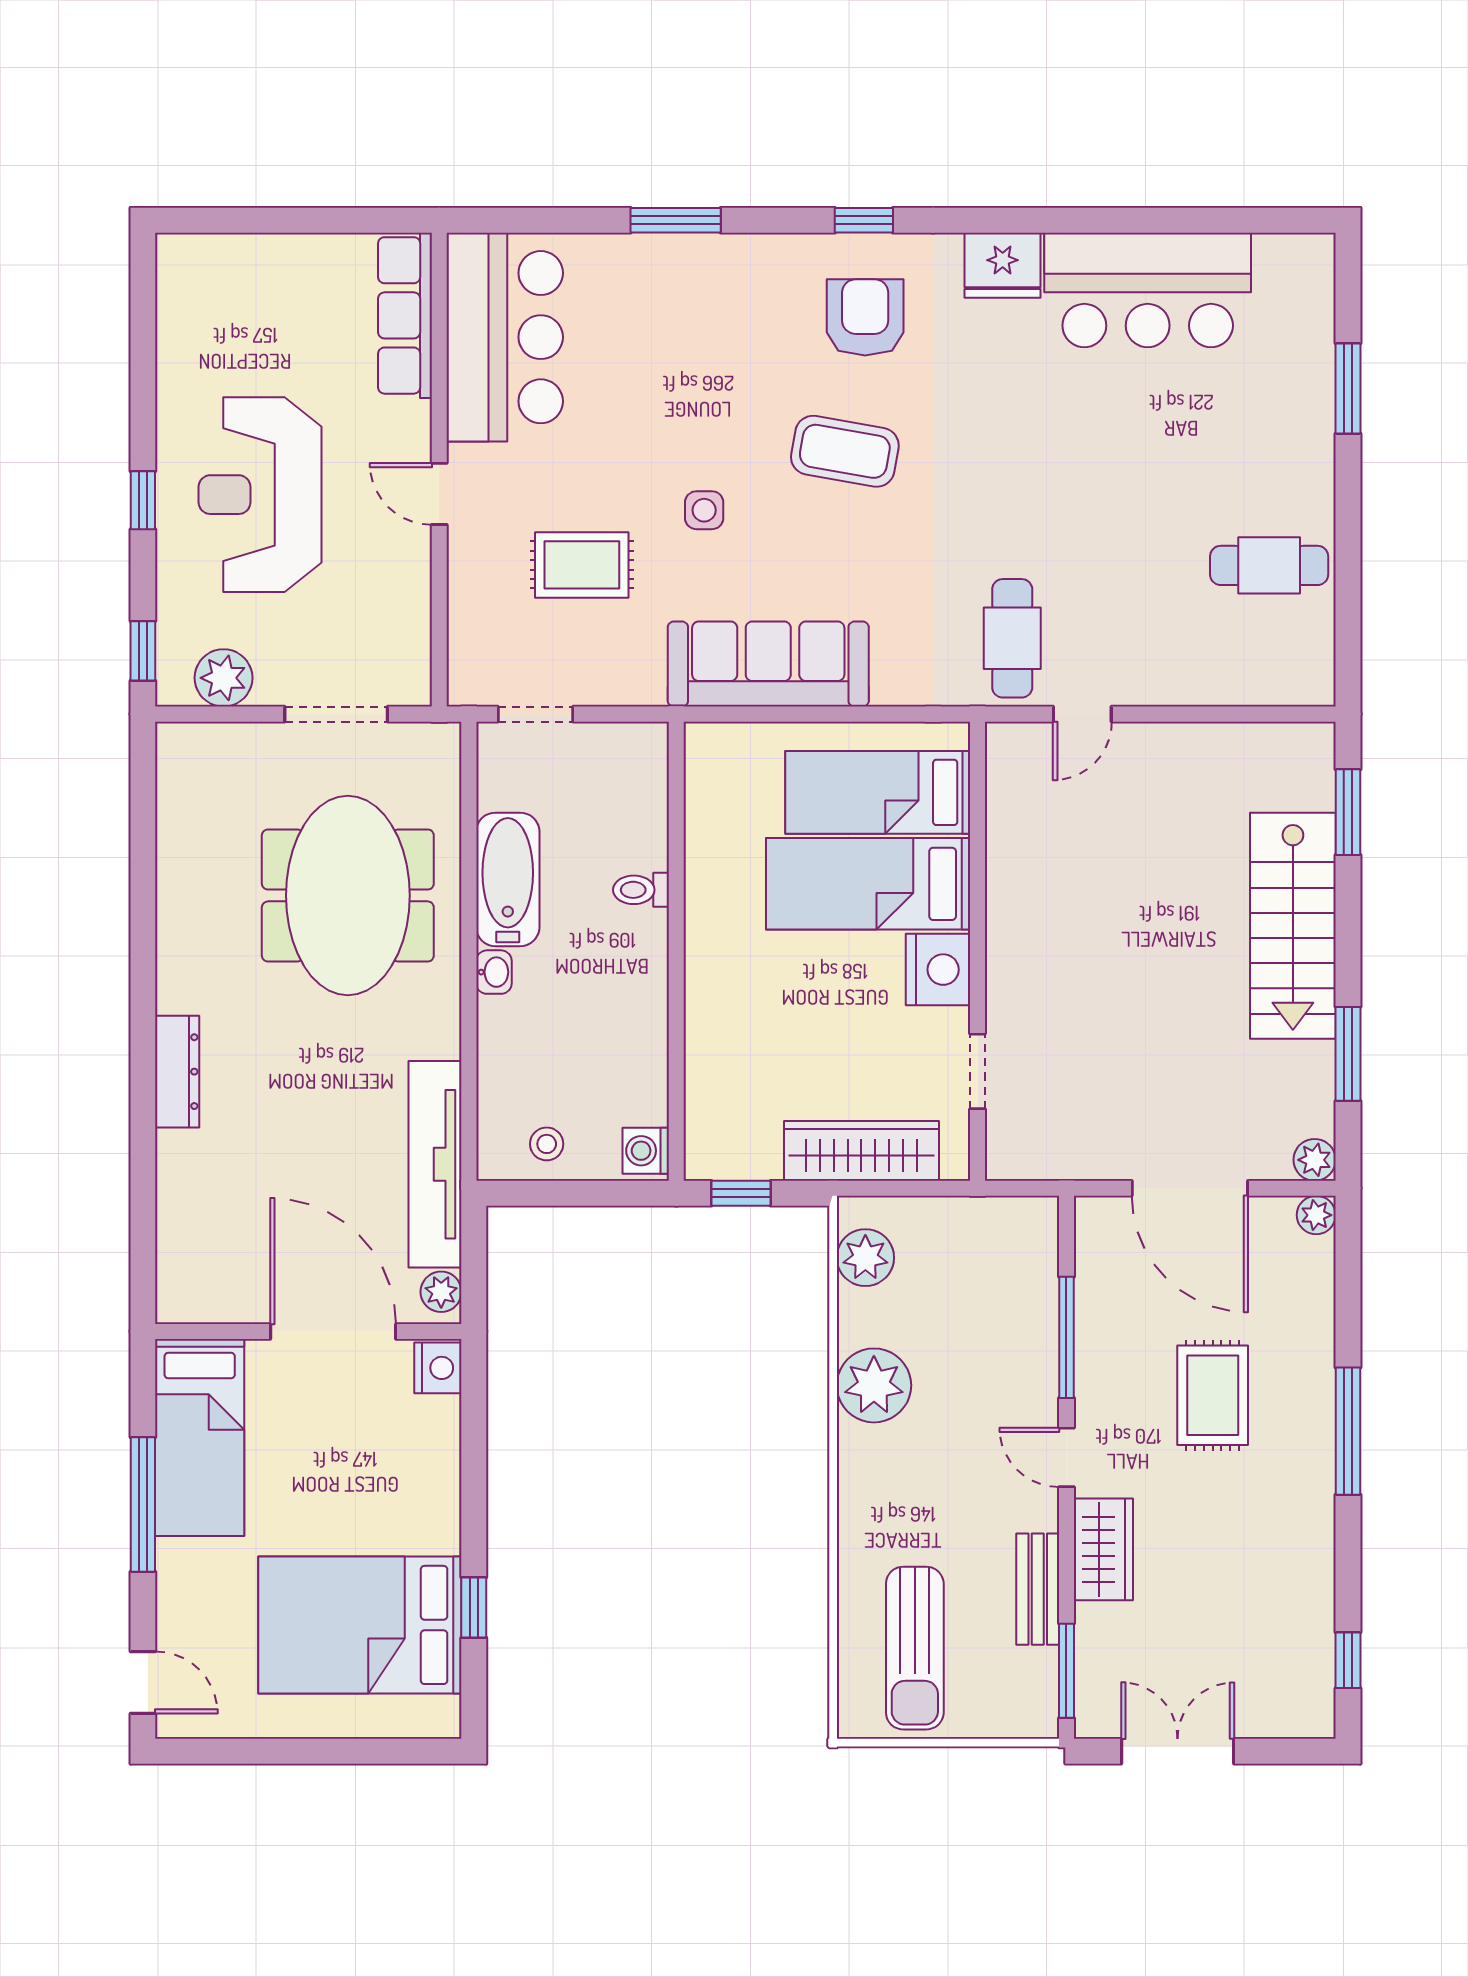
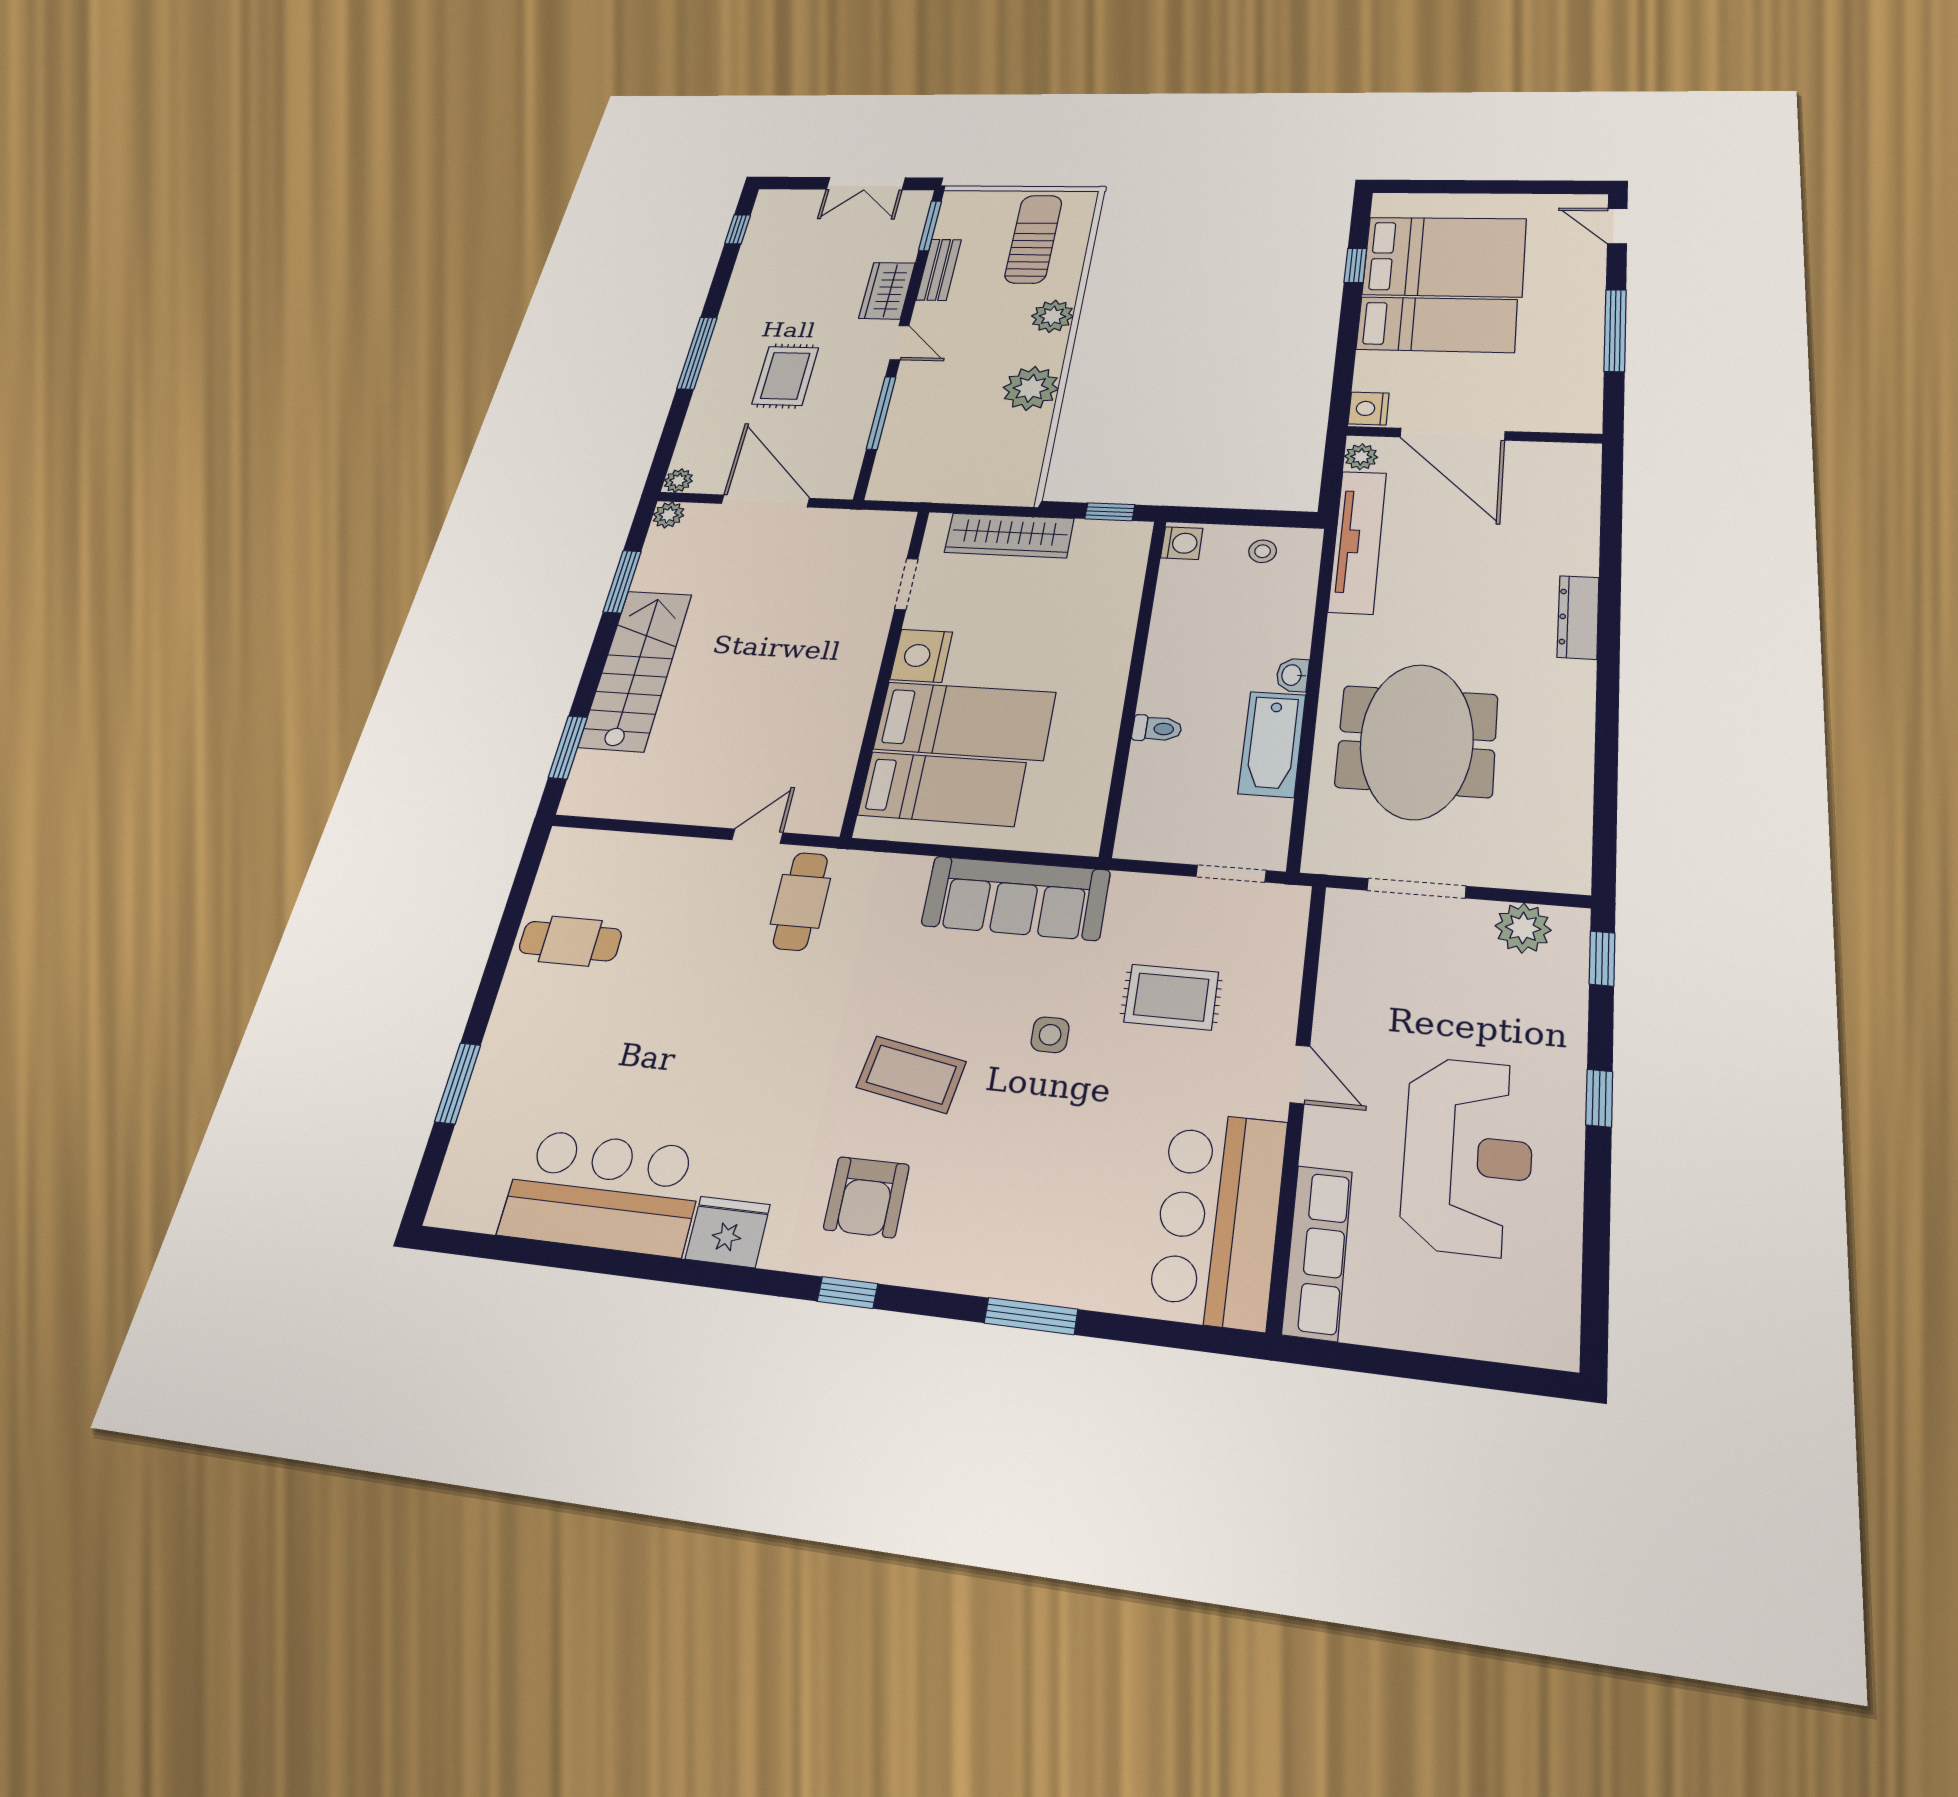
reception desk: (260, 495) -> (1468, 1156), moved
plant: (865, 1258) -> (1052, 316), moved
bed: (200, 1438) -> (1437, 324), moved, turned 90

